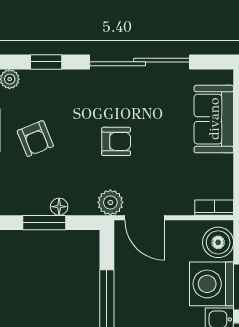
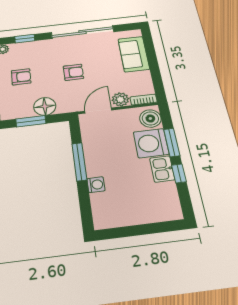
armchair: (35, 139) -> (21, 77), turned -68
plant: (110, 202) -> (120, 99), moved
floor lamp: (59, 207) -> (45, 106), width x1.89, depth x1.89
door: (145, 218) -> (98, 111), swing flipped

